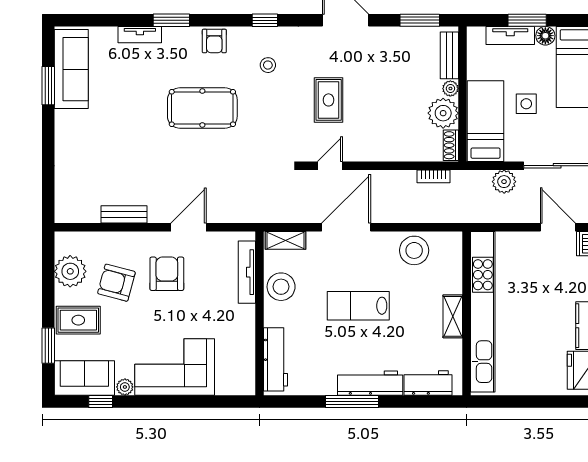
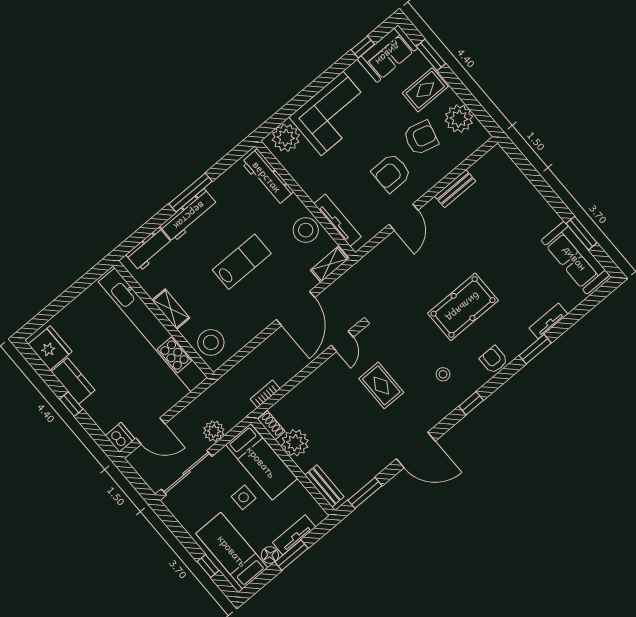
plant: (450, 88) -> (304, 464), removed
stool: (414, 250) -> (211, 342), moved
armchair: (167, 274) -> (391, 173), turned 90
plant: (125, 387) -> (286, 138), moved, width x1.88, depth x1.88

